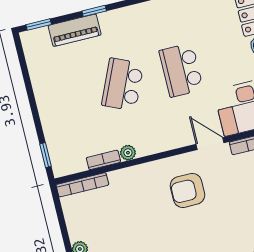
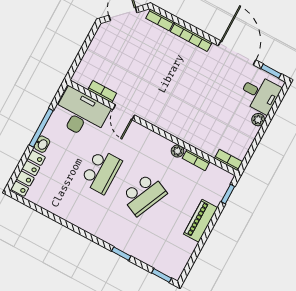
piano: (75, 30) -> (201, 221), moved, turned -90
bookcase: (82, 185) -> (229, 160), width x0.64
armchair: (187, 190) -> (162, 96), removed

